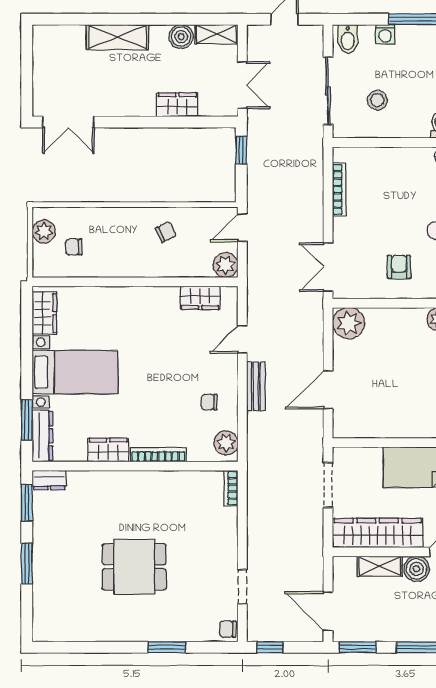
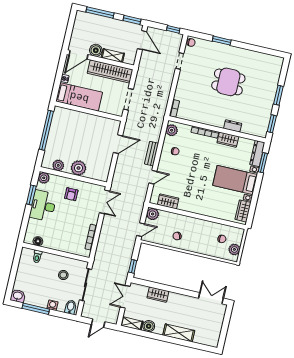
plant: (349, 323) -> (78, 168), moved
dresser: (49, 480) -> (233, 126), moved

